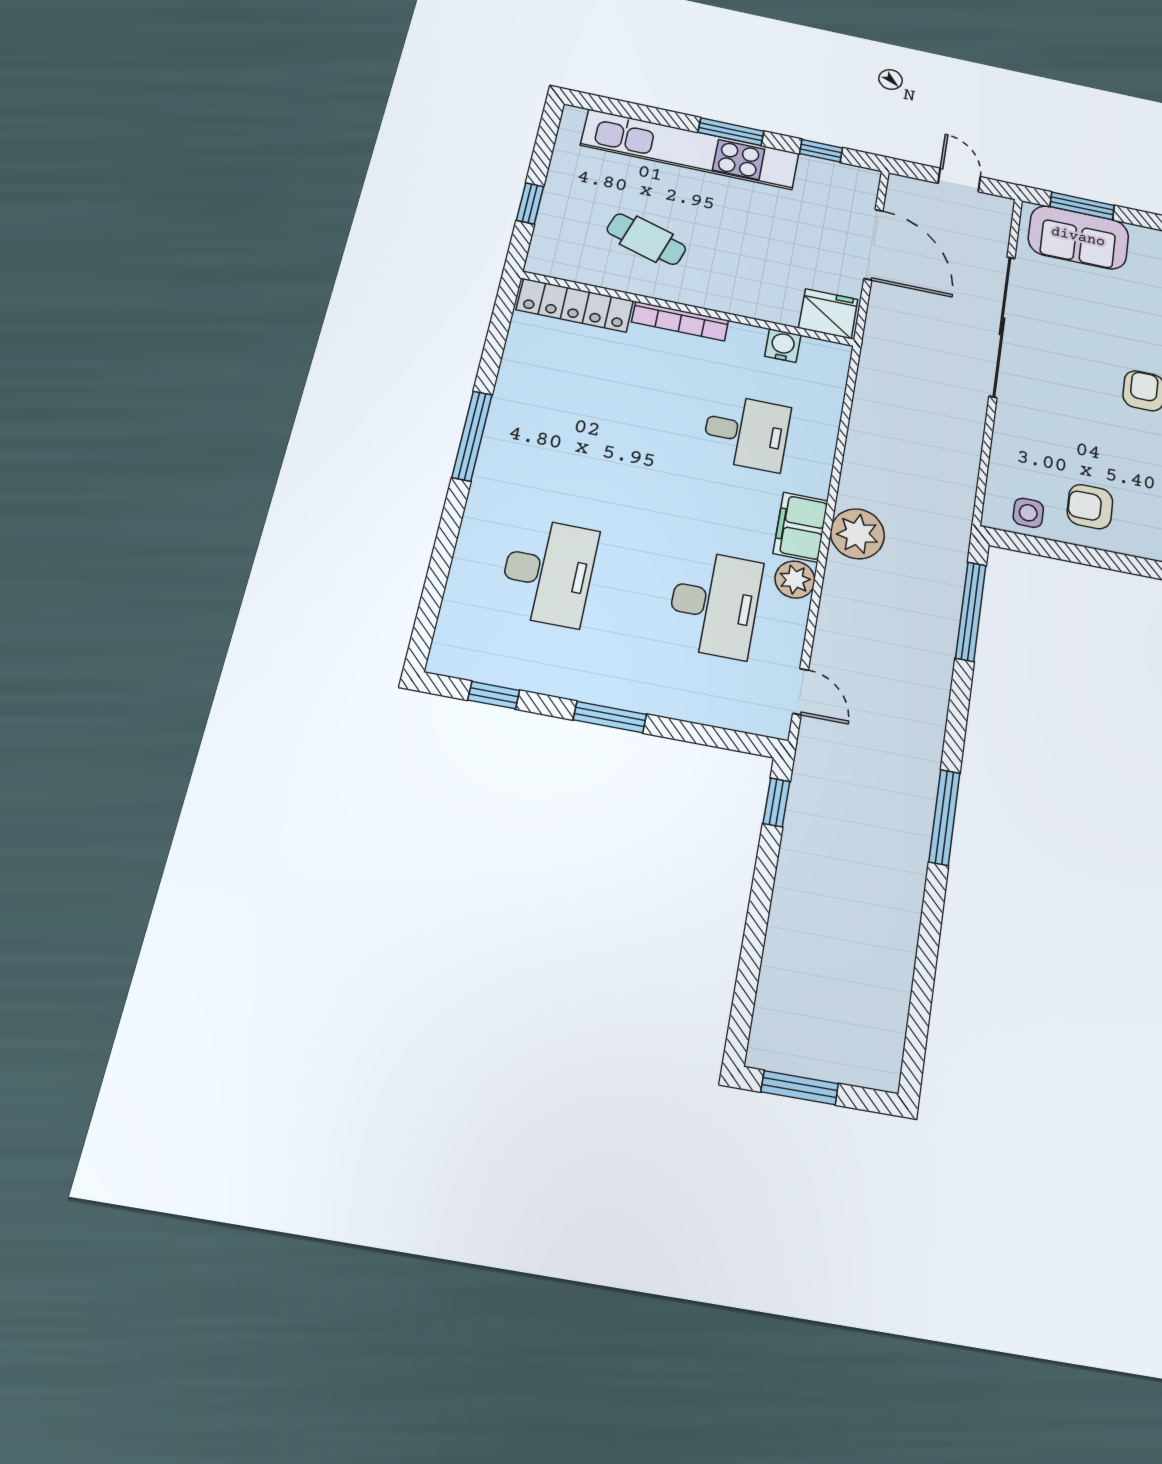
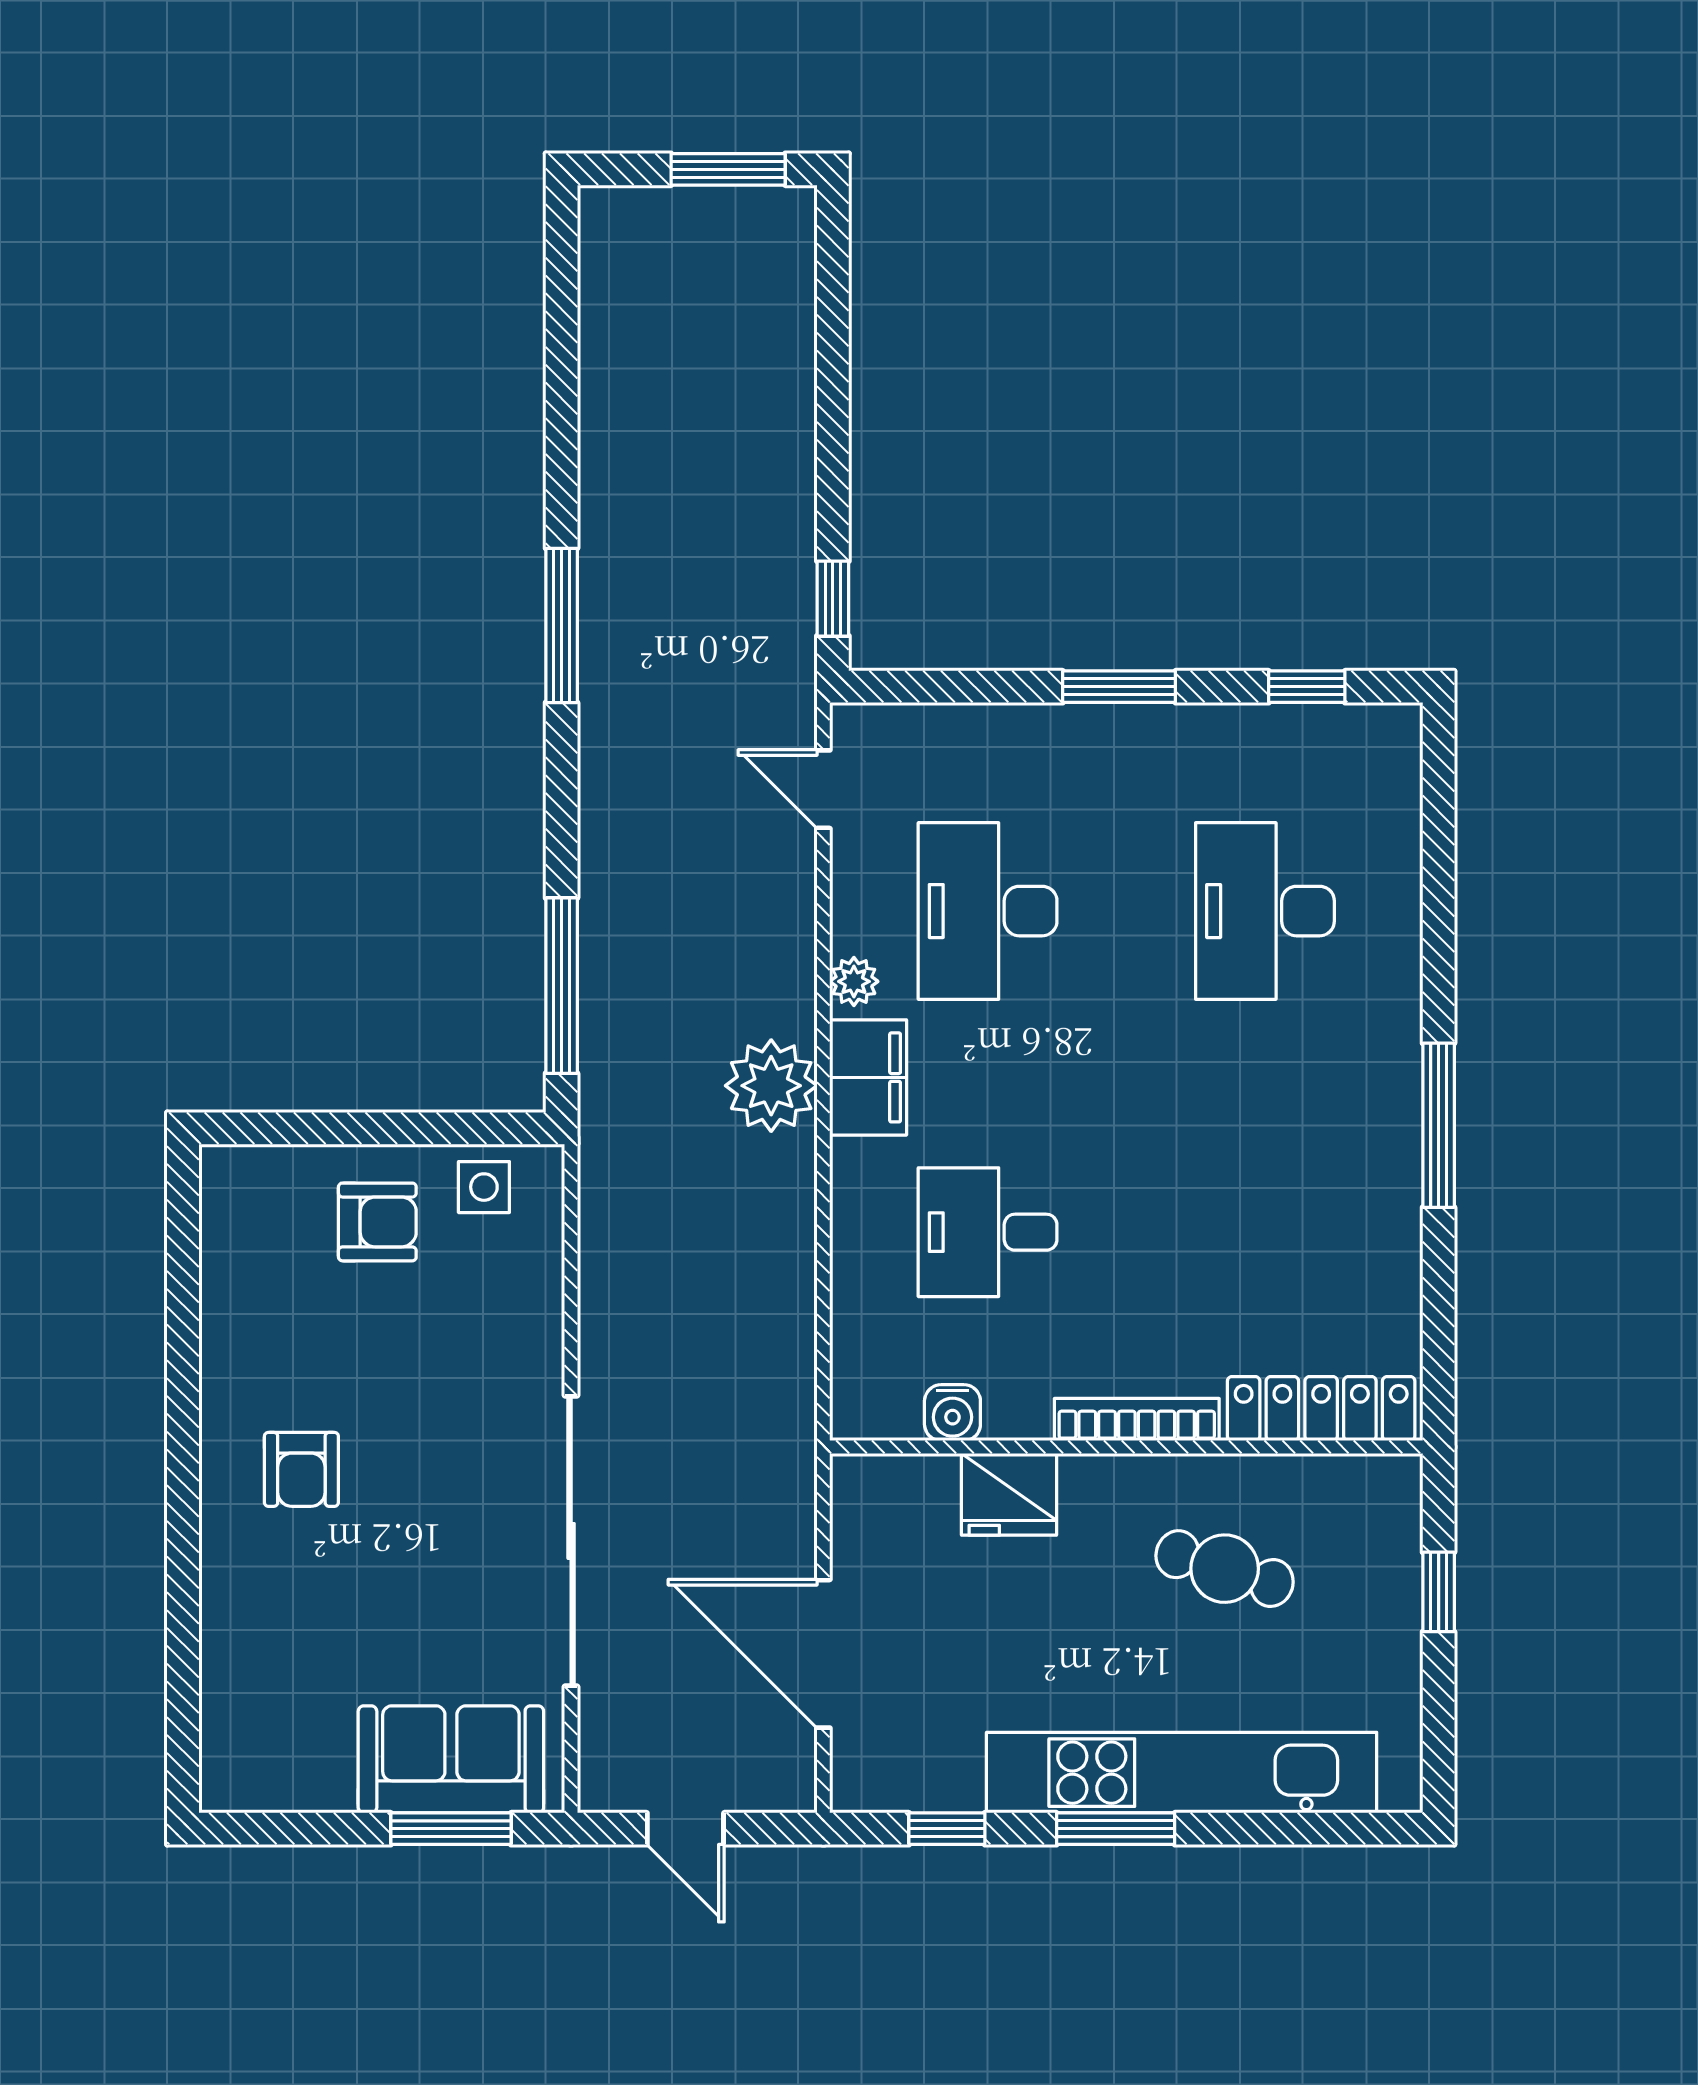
fridge: (828, 314) -> (1009, 1494), moved
plant: (795, 580) -> (854, 981), width x0.73, depth x0.73

